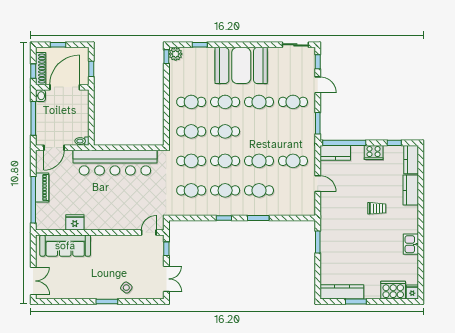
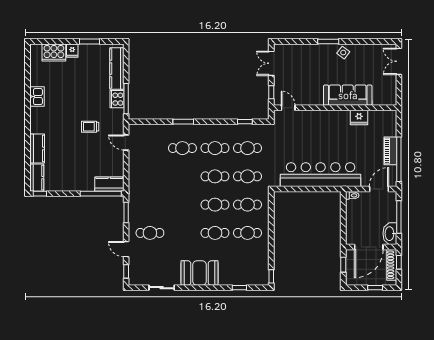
sliding door: (295, 45) -> (162, 288), moved
plant: (176, 54) -> (262, 279), removed
booth: (241, 65) -> (200, 273), width x0.73, depth x0.70
washbasin: (40, 96) -> (390, 234), width x1.91, depth x1.45
cafe table: (259, 102) -> (182, 233), removed
window: (394, 143) -> (40, 194), moved
cooker: (374, 152) -> (117, 99), moved, turned -90
cafe table: (259, 161) -> (182, 176), removed
cafe table: (293, 161) -> (150, 176), removed
door: (318, 184) -> (126, 143), moved
window: (33, 200) -> (399, 159), moved
trolley: (377, 208) -> (90, 127), moved
window: (224, 218) -> (245, 122), moved
door: (149, 233) -> (288, 108), swing flipped
window: (318, 242) -> (126, 99), width x1.44
sofa: (65, 246) -> (348, 95), moved
side table: (126, 288) -> (343, 53), moved
kitchen counter: (342, 292) -> (117, 69), moved, turned 90
fridge: (412, 292) -> (72, 51), moved

